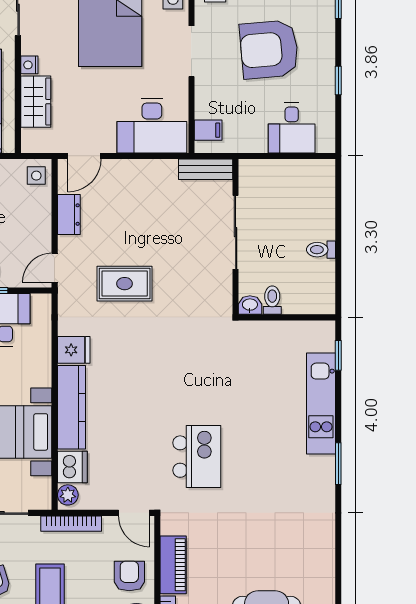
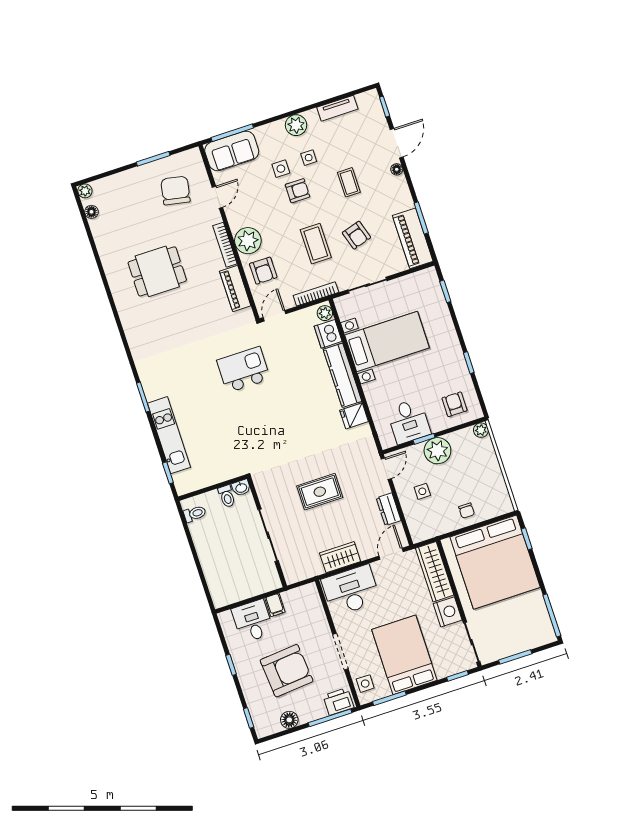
nightstand: (29, 65) -> (448, 612), width x1.89, depth x1.79
wardrobe: (36, 102) -> (435, 572), width x1.50
filing cabinet: (208, 130) -> (275, 605), moved, turned -90
bench: (206, 169) -> (303, 572), removed
wardrobe: (152, 173) -> (340, 557), added
side table: (36, 176) -> (422, 491), moved
toilet: (321, 250) -> (195, 514), moved
rug: (125, 284) -> (320, 492), moved
kitchen island: (197, 457) -> (244, 370), turned 90
door: (134, 513) -> (275, 316), hinge flipped

